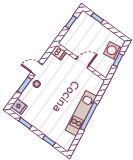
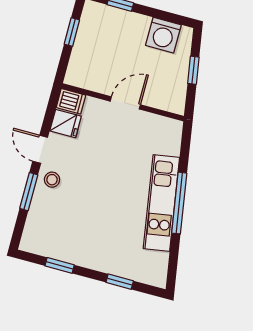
washing machine: (113, 51) -> (163, 35), moved, turned -81
door: (37, 69) -> (40, 149), hinge flipped
fridge: (19, 107) -> (66, 124), moved

